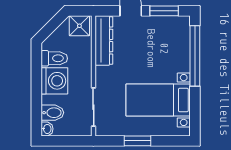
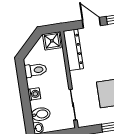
washing machine: (54, 81) -> (34, 94), width x0.53, depth x0.53

